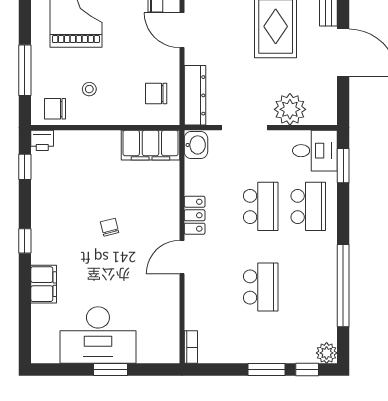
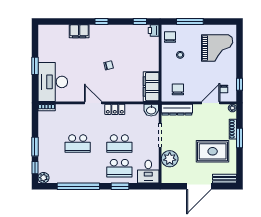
window: (343, 166) -> (120, 186), moved
desk: (98, 335) -> (53, 82), moved

